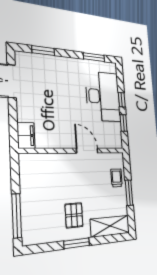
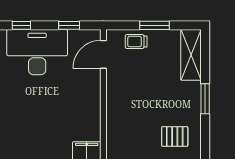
window: (122, 100) -> (21, 25), moved
door: (87, 151) -> (103, 54), moved
pallet: (74, 215) -> (175, 137), moved

